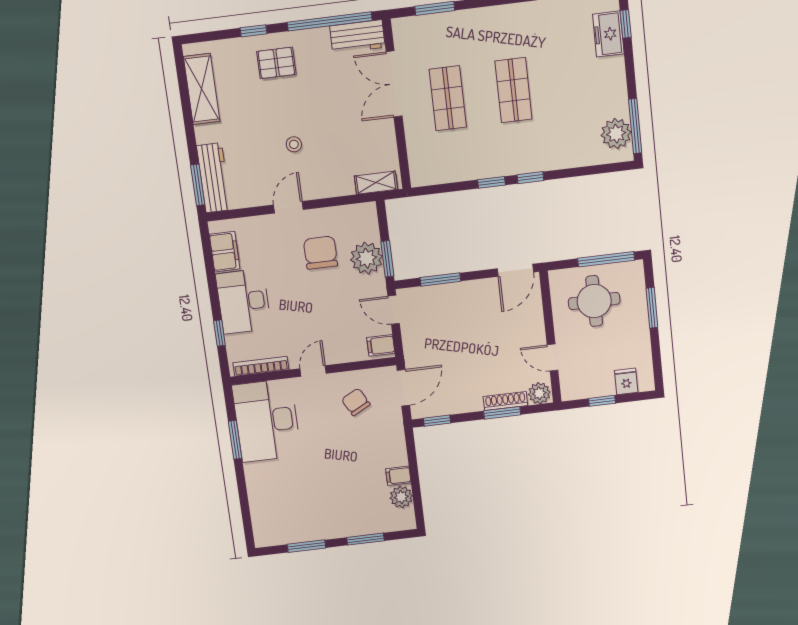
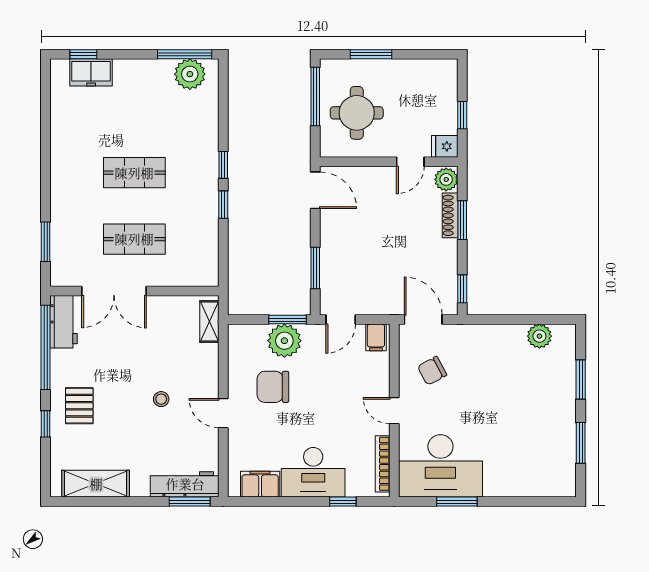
fridge: (626, 381) -> (445, 146), moved
filing cabinet: (398, 476) -> (516, 336), removed

